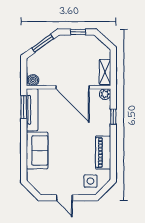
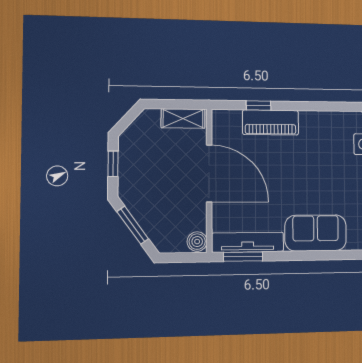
door: (73, 87) -> (209, 174), hinge flipped
plant: (105, 94) -> (221, 119), removed
piano: (103, 153) -> (271, 122), moved

